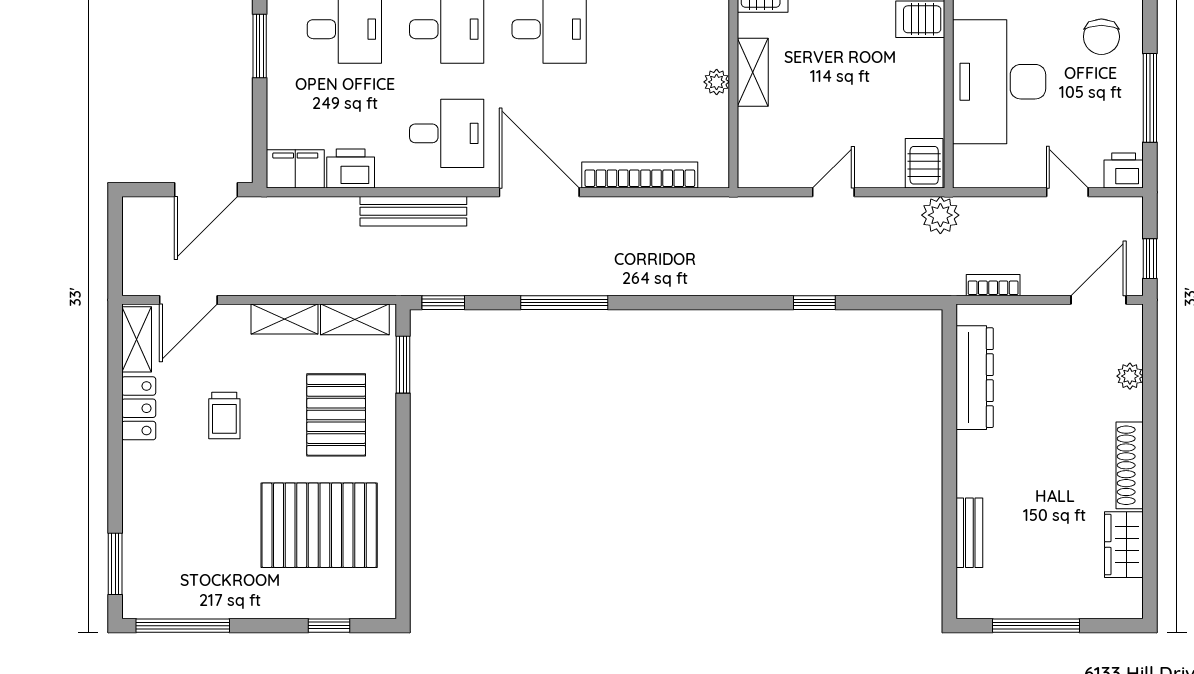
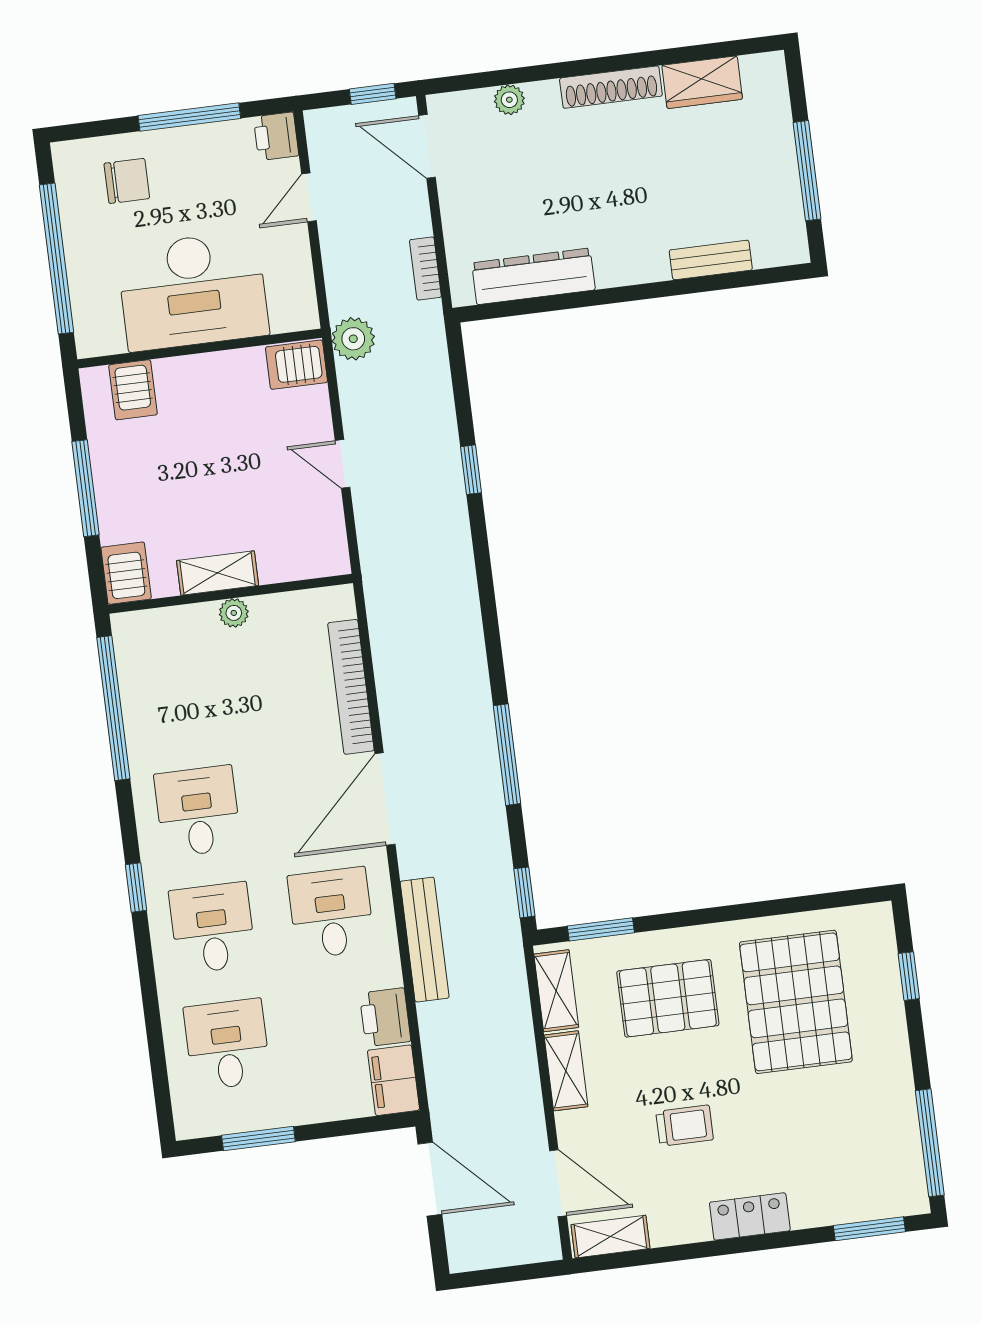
locker: (139, 408) -> (750, 1216), moved

